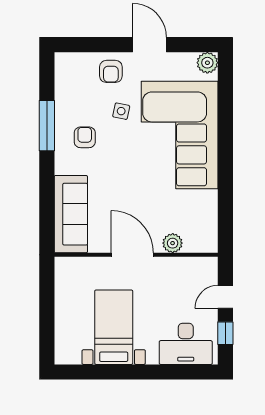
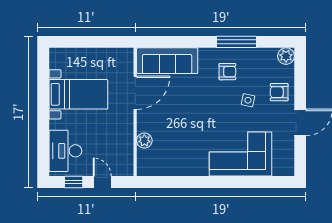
plant: (207, 63) -> (286, 56), moved
corner sofa: (180, 135) -> (241, 154), width x0.73, depth x0.74
door: (132, 255) -> (135, 93), moved

